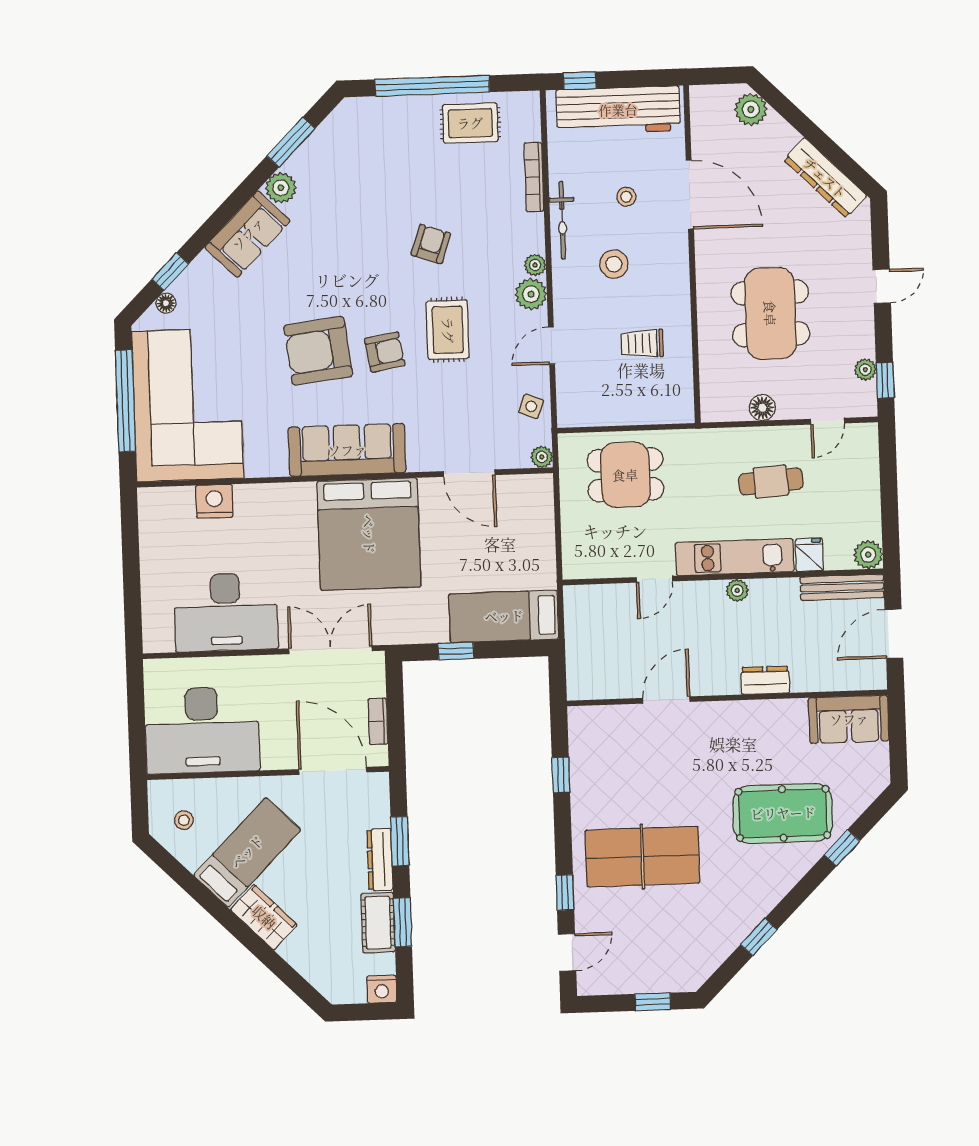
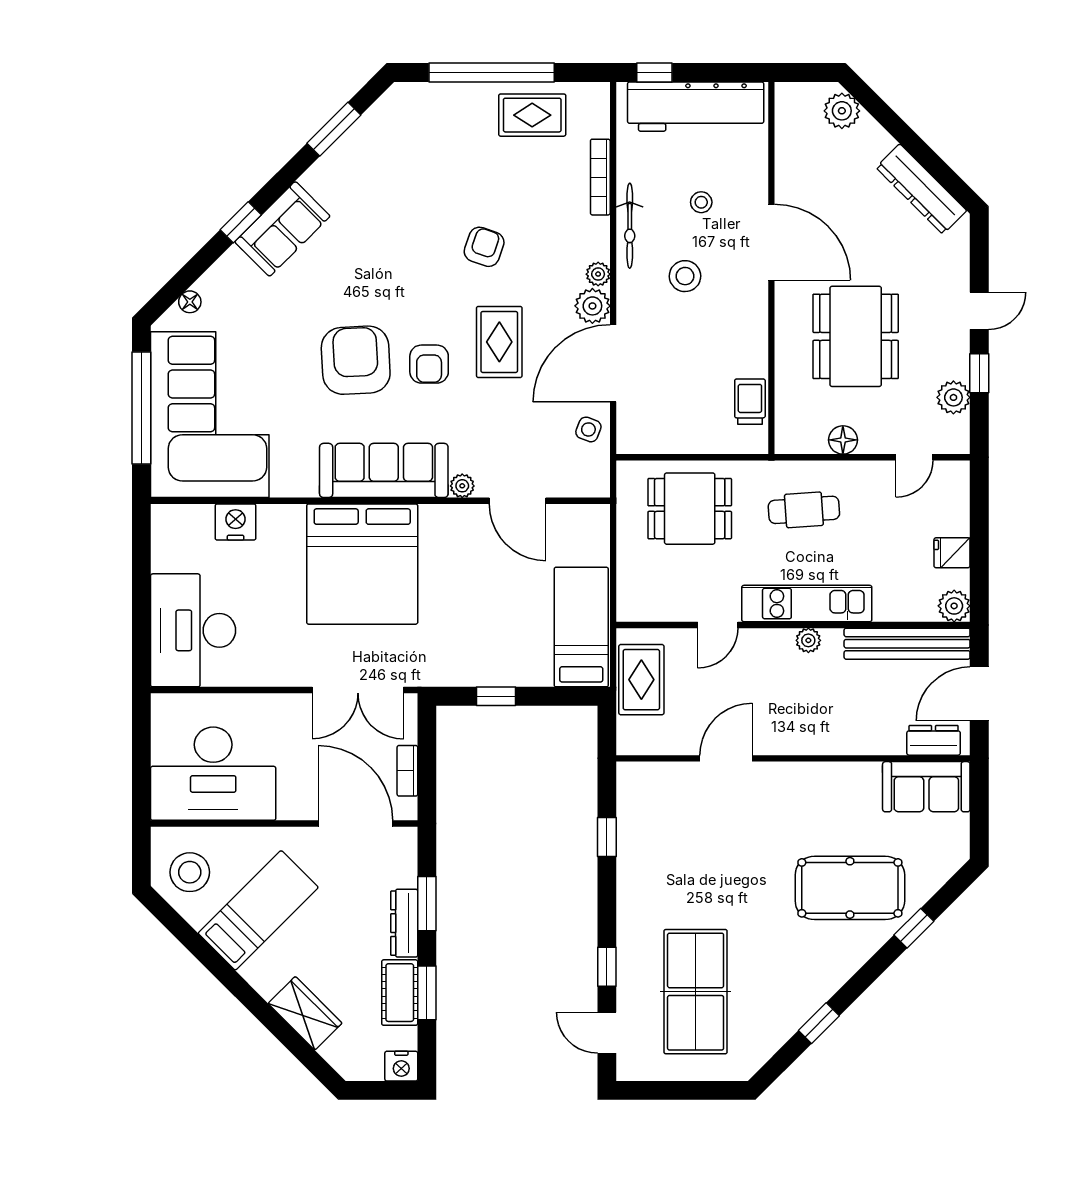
plant: (281, 188) -> (321, 179), removed
door: (690, 195) -> (771, 242), moved
window: (170, 271) -> (241, 222), moved
trolley: (642, 343) -> (750, 402), moved, turned 90
door: (551, 346) -> (613, 363), width x1.87
armchair: (318, 351) -> (356, 360), turned 94
armchair: (385, 352) -> (429, 364), turned 100
plant: (865, 370) -> (953, 397), width x1.38, depth x1.38
window: (885, 380) -> (979, 373), moved
plant: (542, 457) -> (462, 486), moved
cafe table: (771, 482) -> (804, 510), moved
bed: (369, 534) -> (362, 564), moved
fridge: (809, 555) -> (952, 553), moved, turned -90
bench: (842, 587) -> (907, 644), width x1.37, depth x1.21
desk: (226, 612) -> (193, 630), moved, turned 90
bed: (504, 616) -> (581, 627), moved, turned 90
rug: (587, 631) -> (641, 680), added
double door: (330, 650) -> (358, 690), swing flipped
dresser: (765, 680) -> (934, 740), moved
stool: (184, 820) -> (190, 872), width x1.89, depth x1.89
table tennis table: (642, 857) -> (696, 992), moved, turned 90
wardrobe: (264, 917) -> (305, 1013), moved
door: (567, 952) -> (607, 1033), swing flipped
window: (653, 1002) -> (700, 1090), removed

